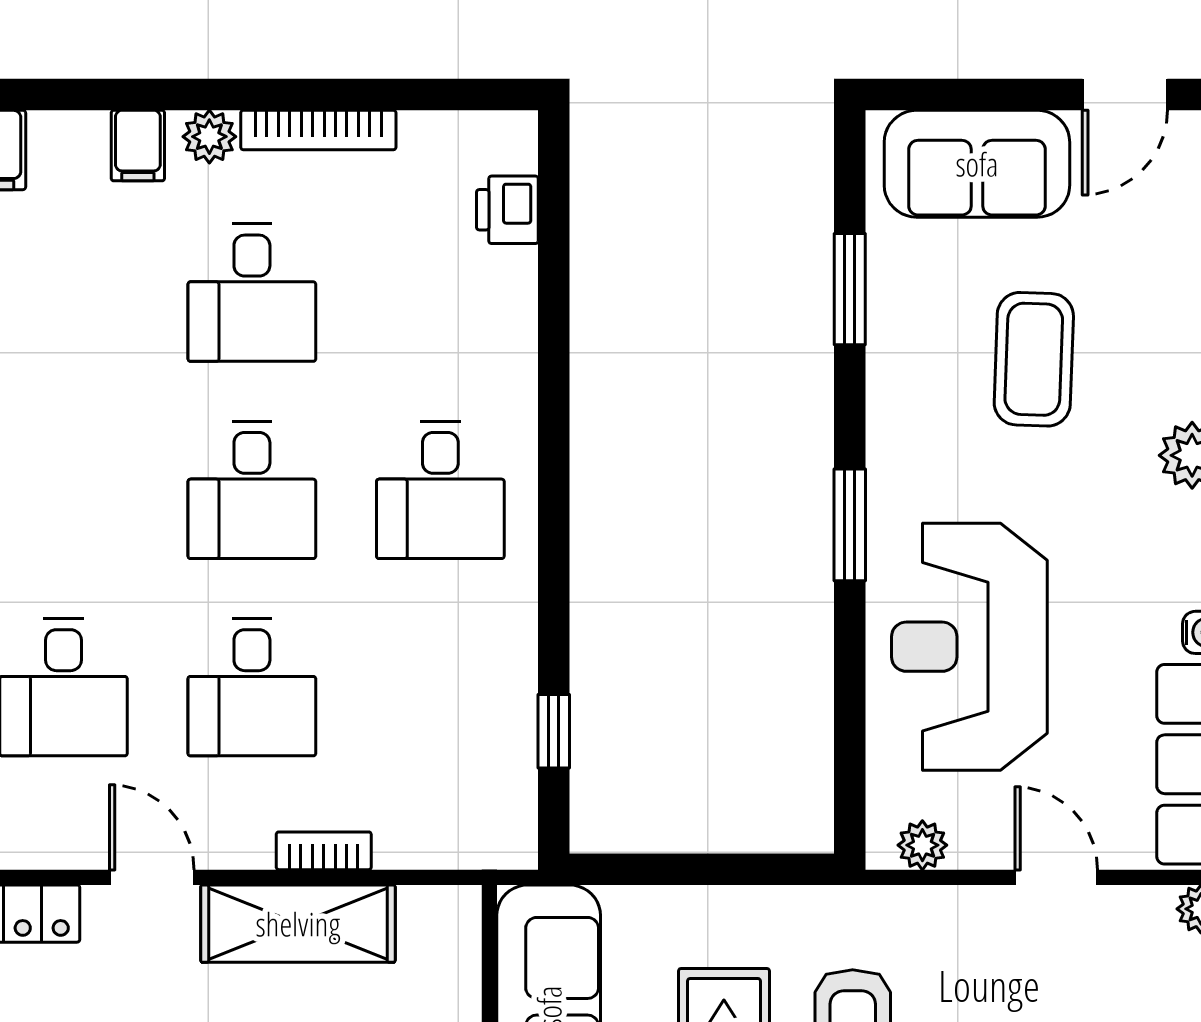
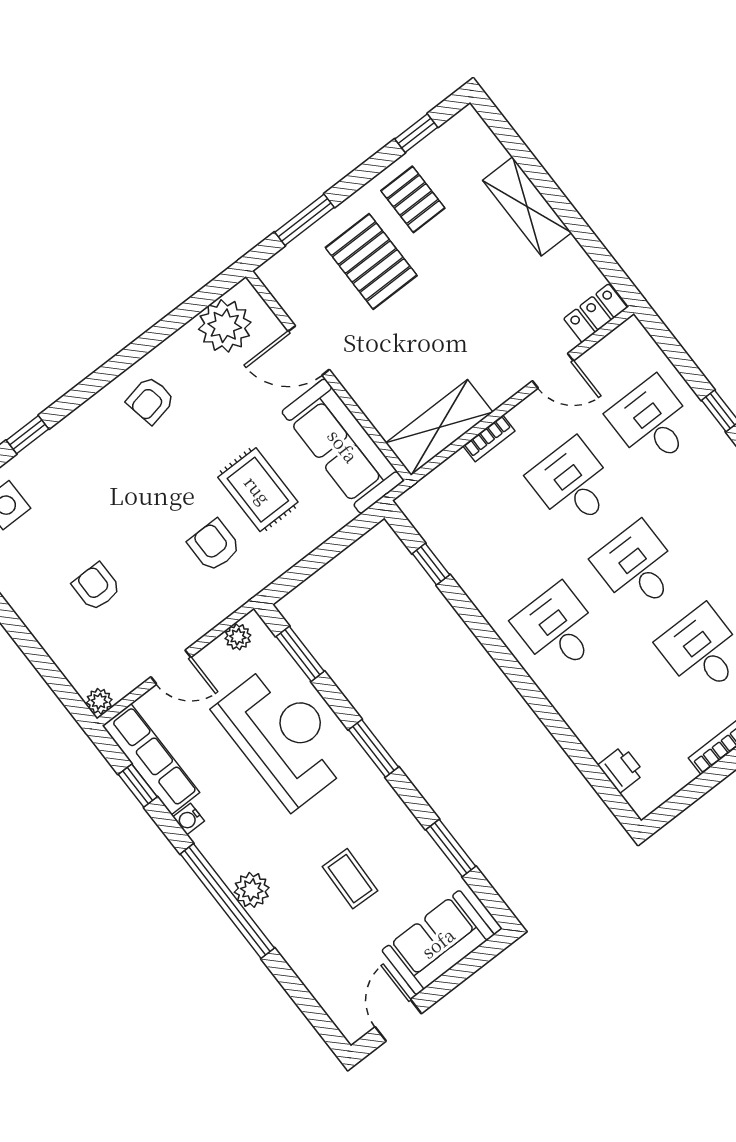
coffee table: (1034, 359) -> (350, 879), width x0.73, depth x0.77
window: (850, 748) -> (300, 654), added
shelving: (298, 924) -> (439, 428), moved

